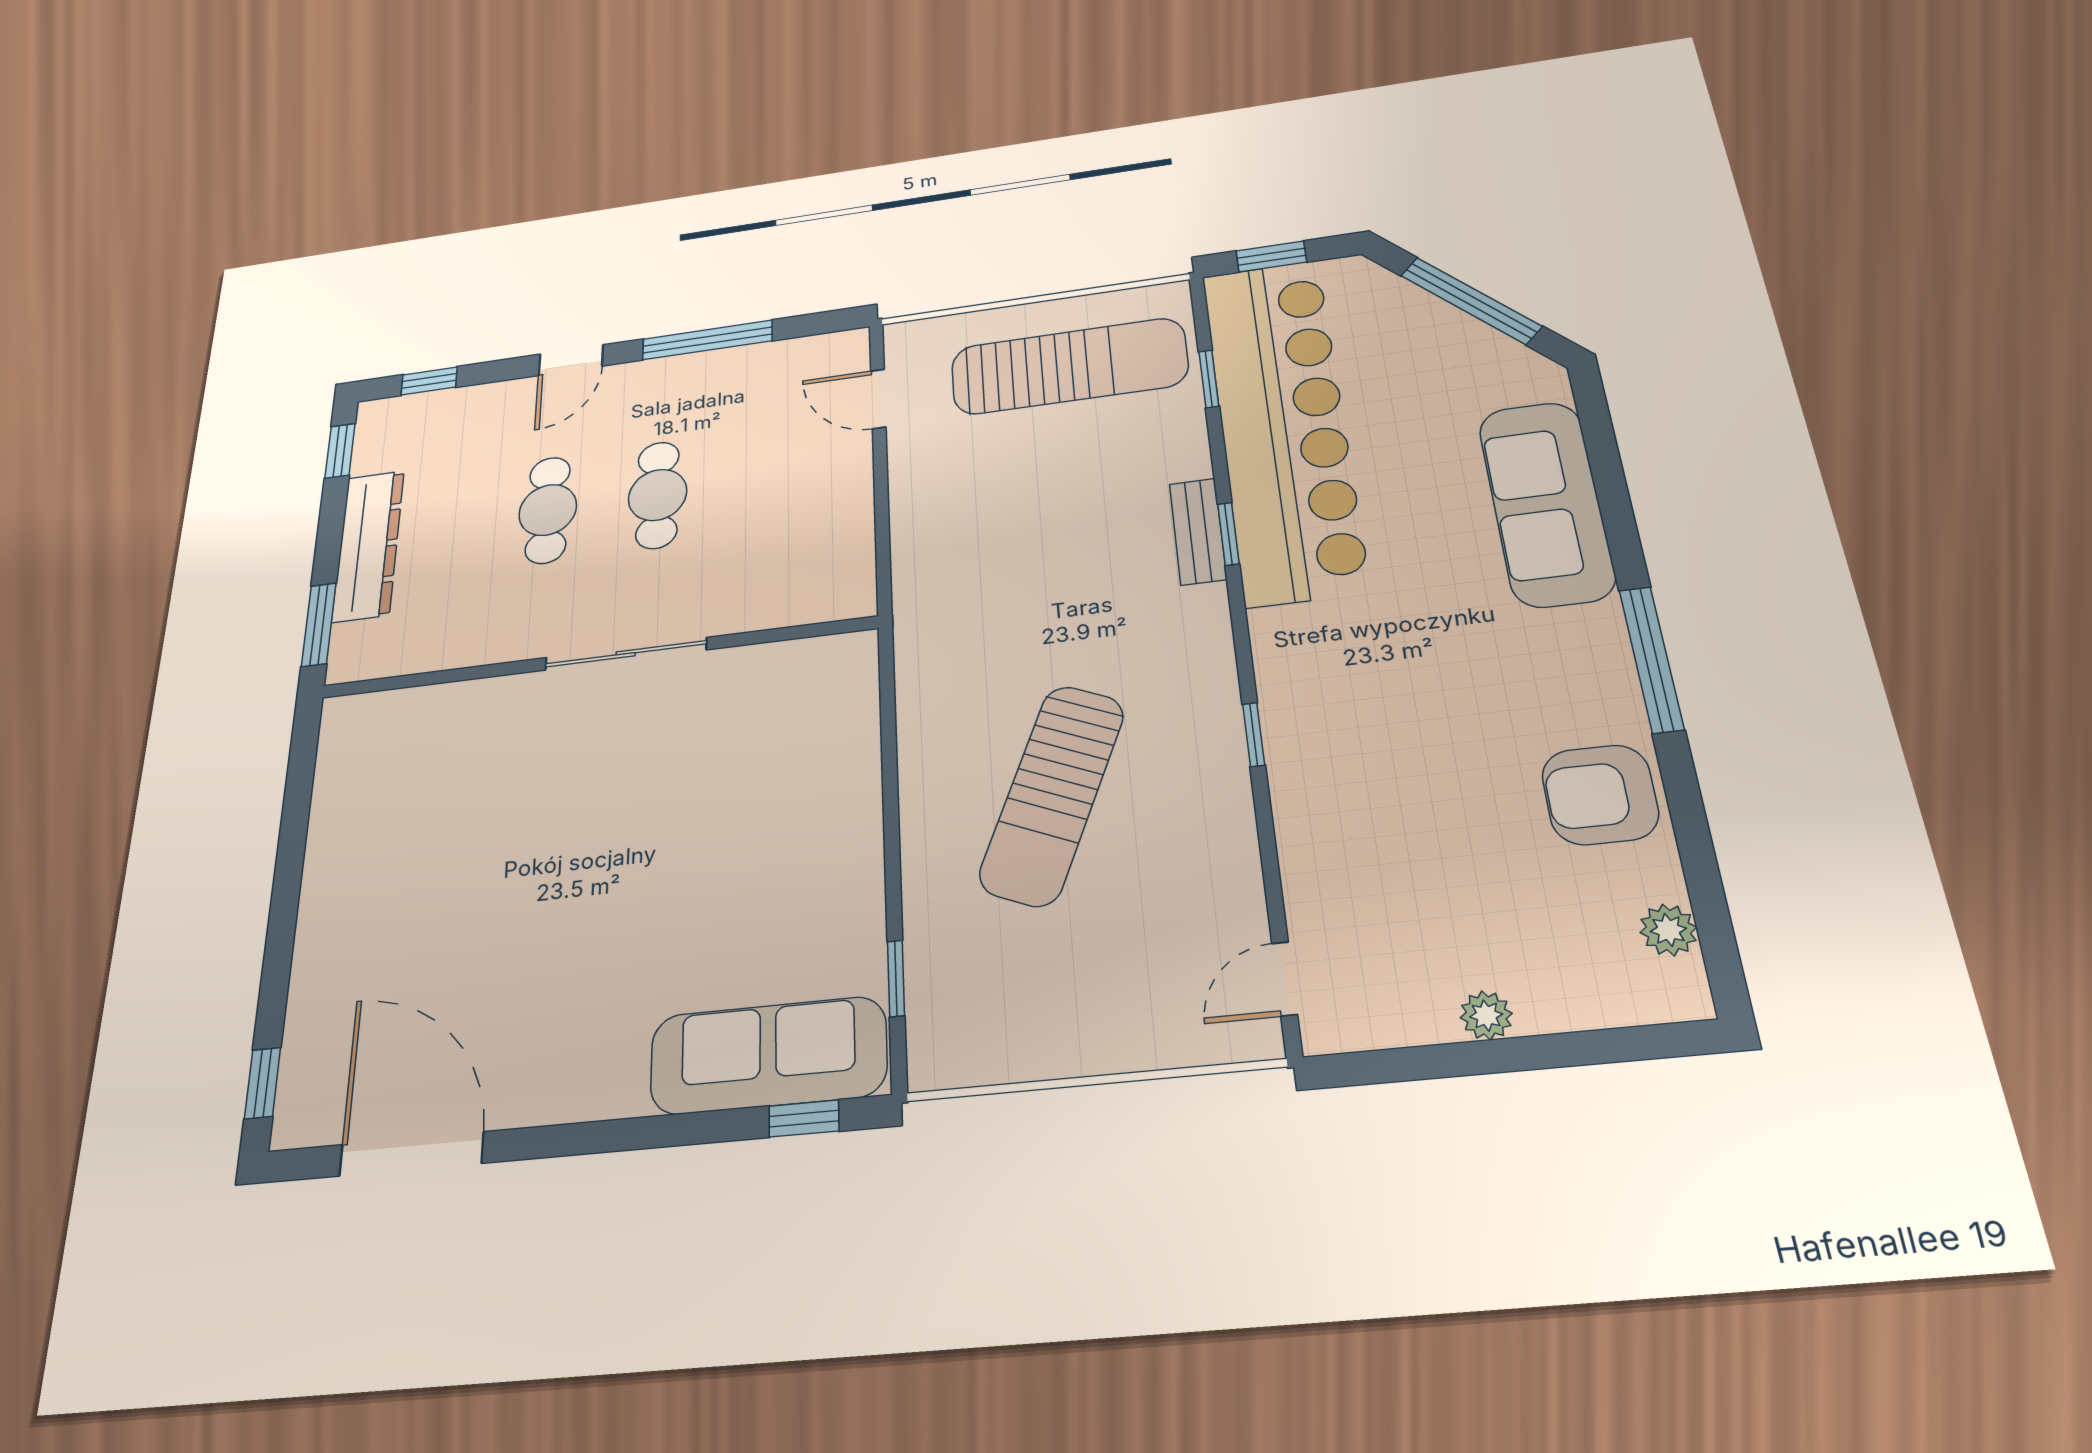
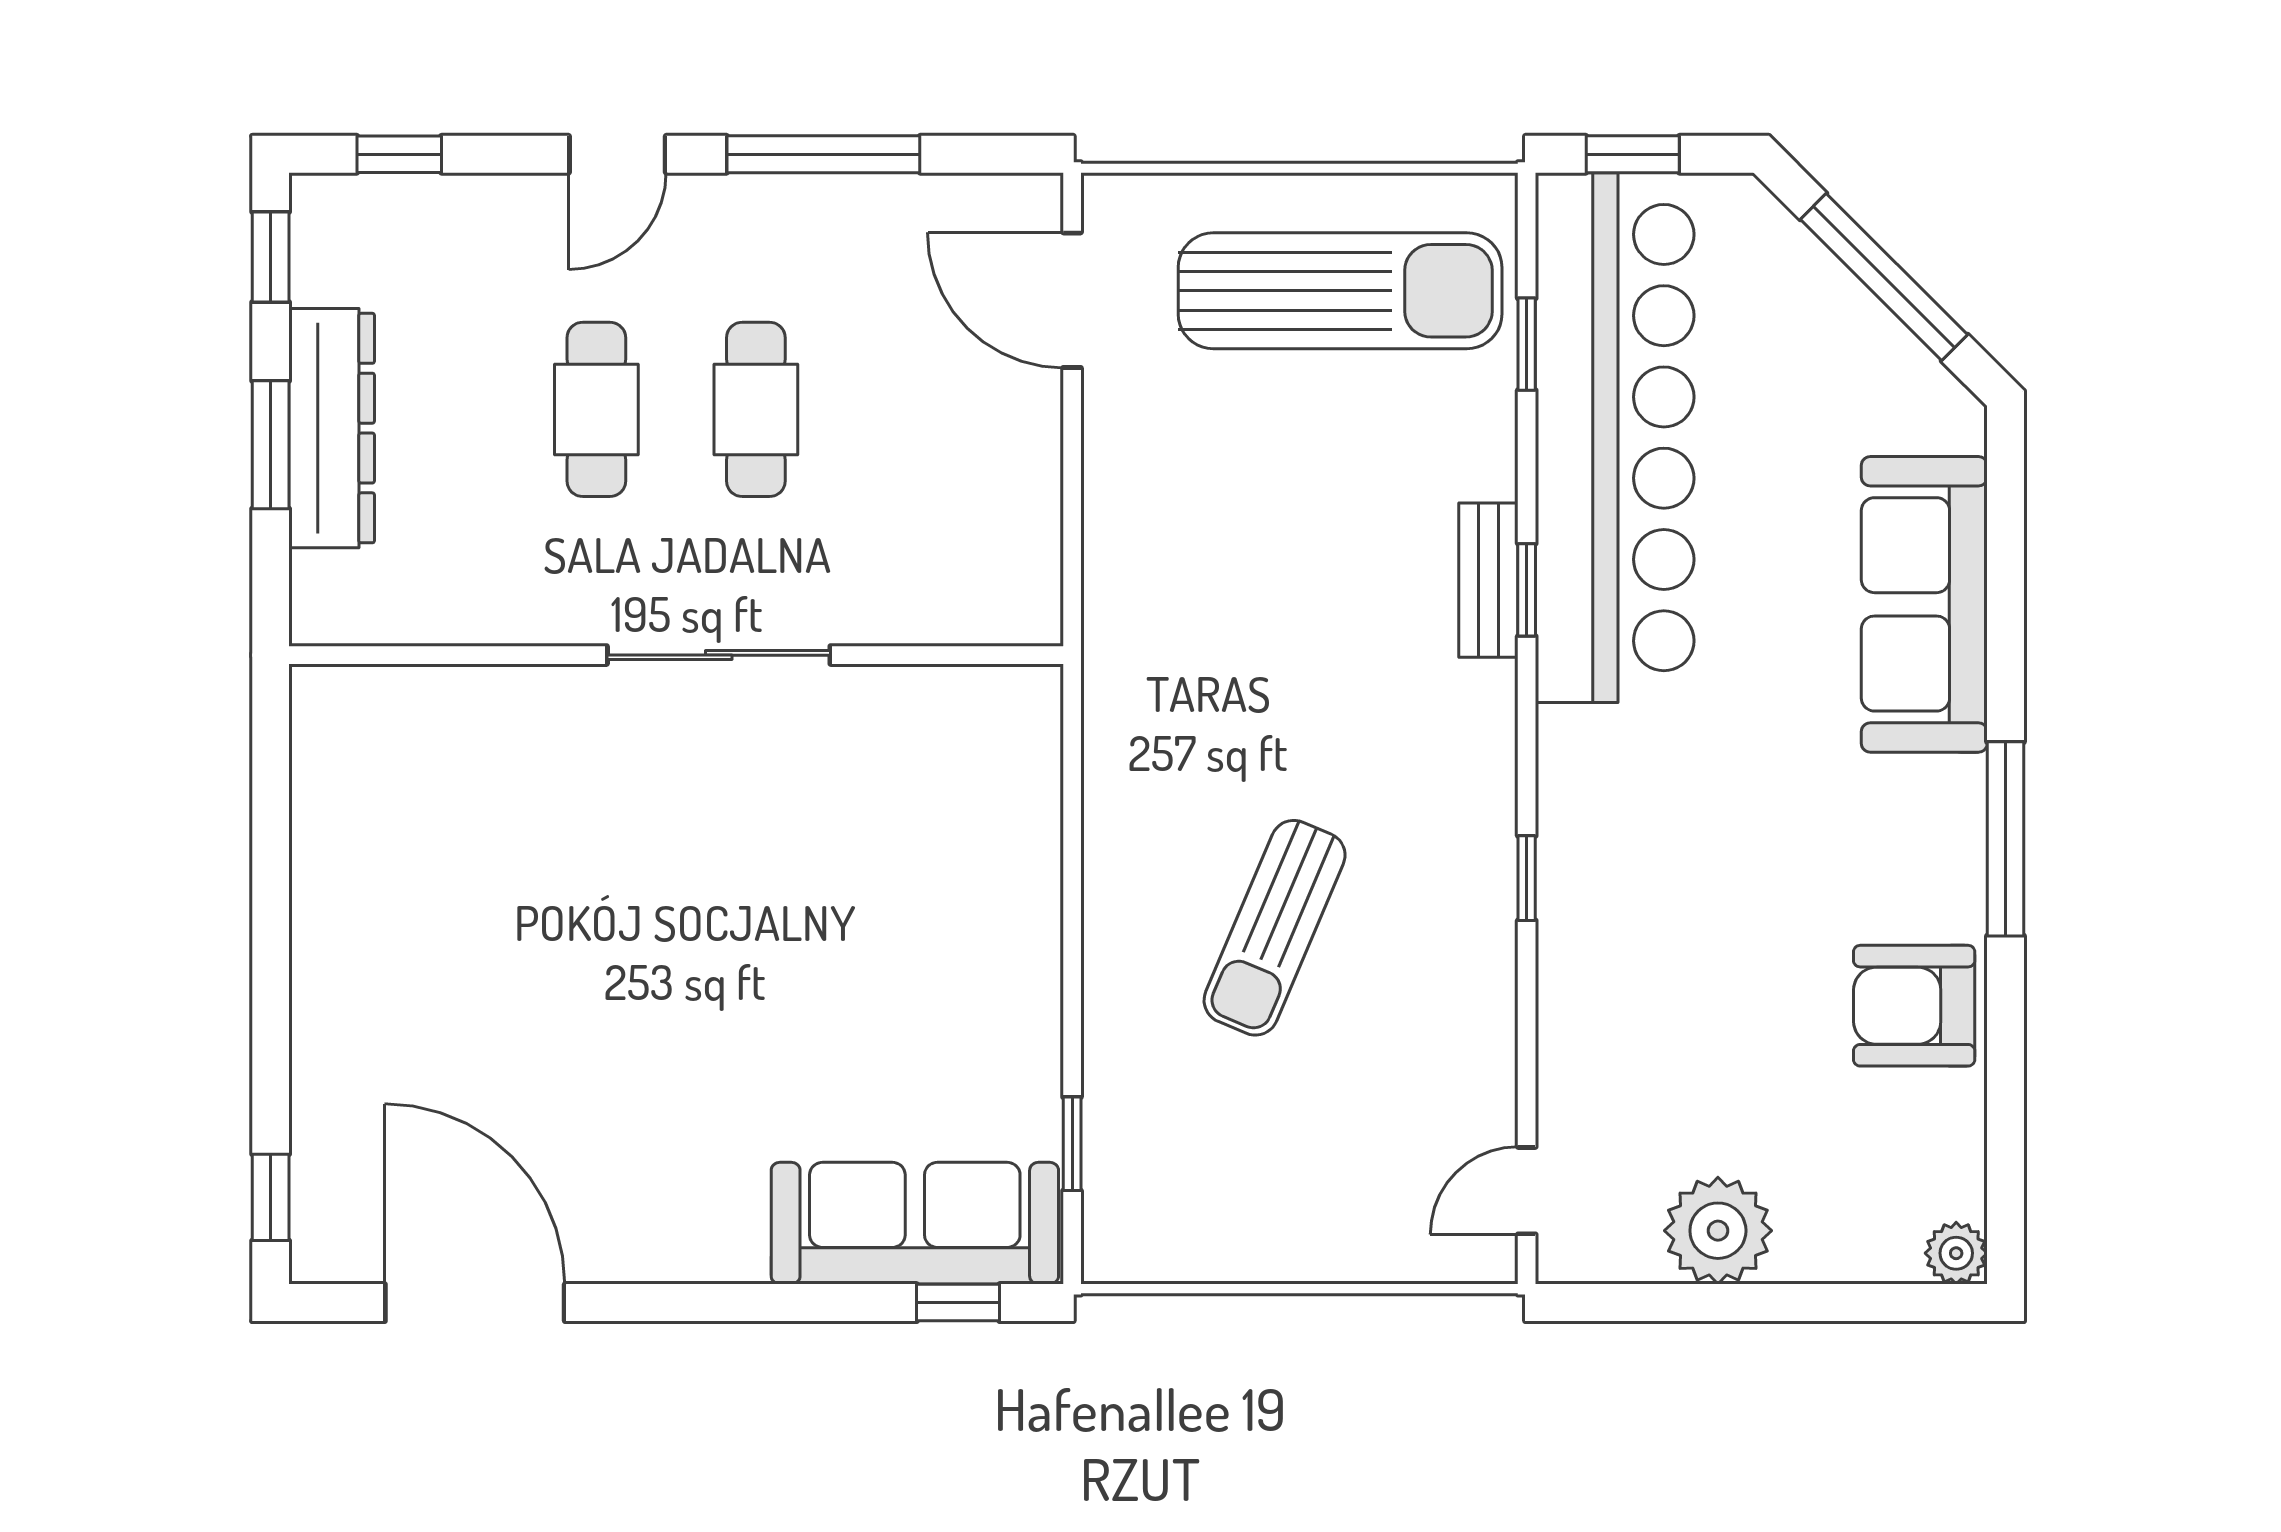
door: (878, 399) -> (1072, 300), width x1.38
window: (319, 625) -> (271, 445), moved
sun lounger: (1052, 794) -> (1275, 928), width x0.73, depth x0.75
plant: (1668, 930) -> (1956, 1253), moved
plant: (1486, 1015) -> (1718, 1231), width x1.88, depth x1.88

